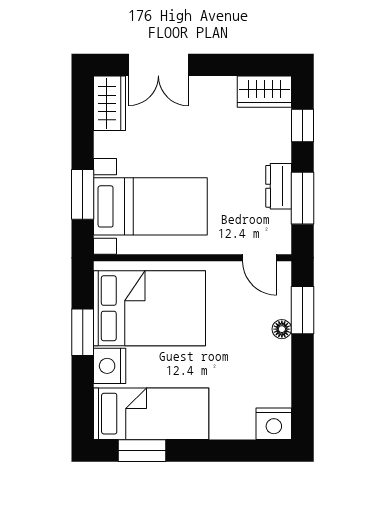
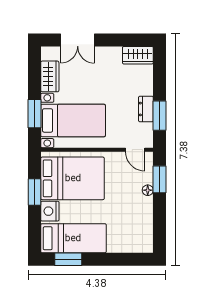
wardrobe: (109, 103) -> (50, 76), moved
window: (303, 125) -> (160, 74), removed
nightstand: (274, 424) -> (143, 244), removed

